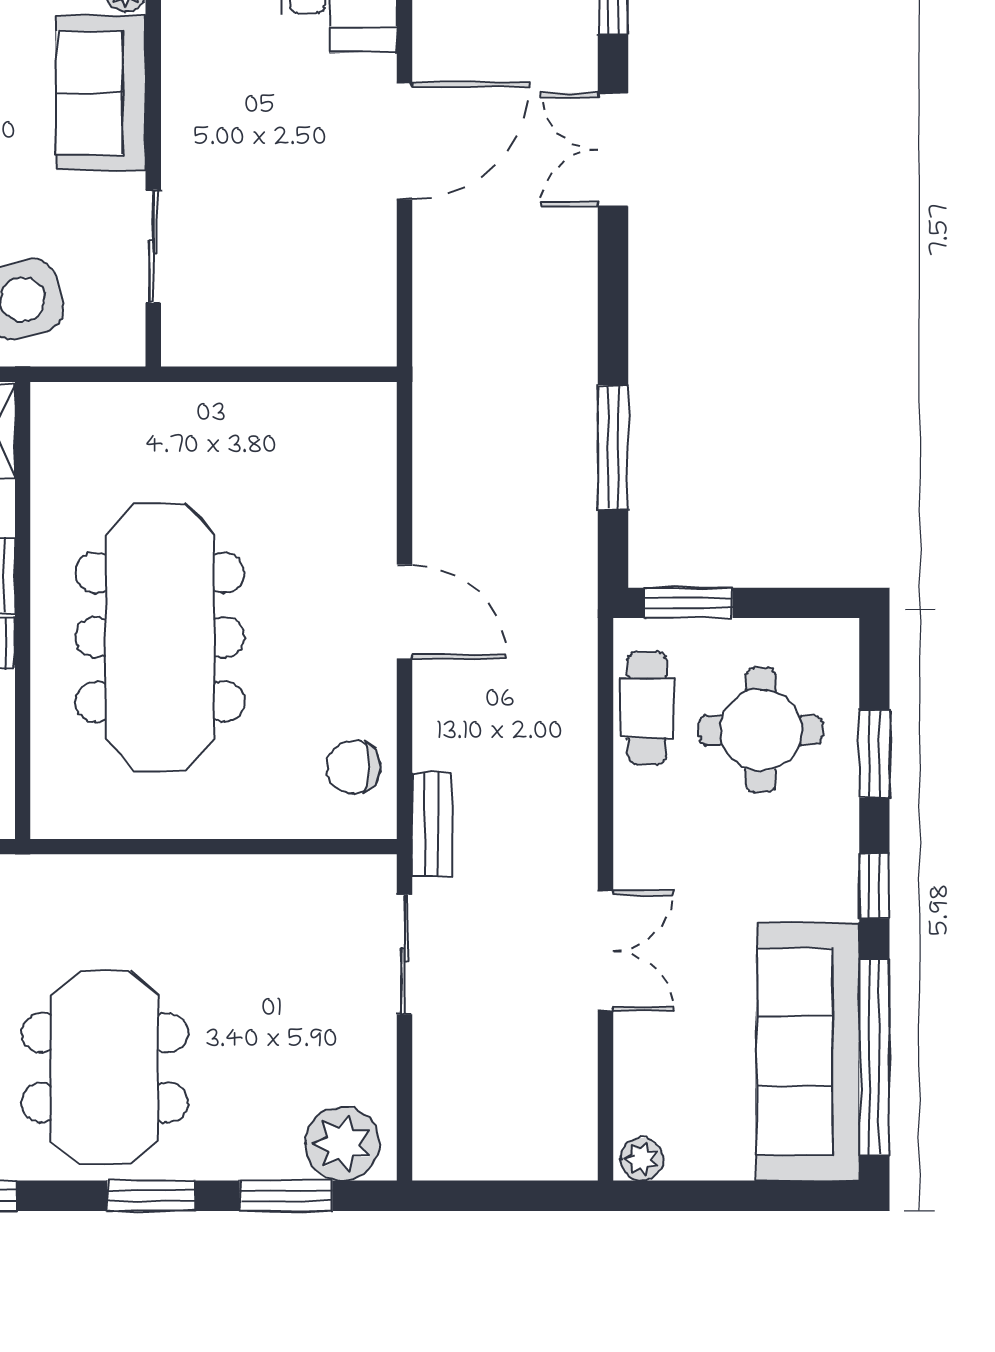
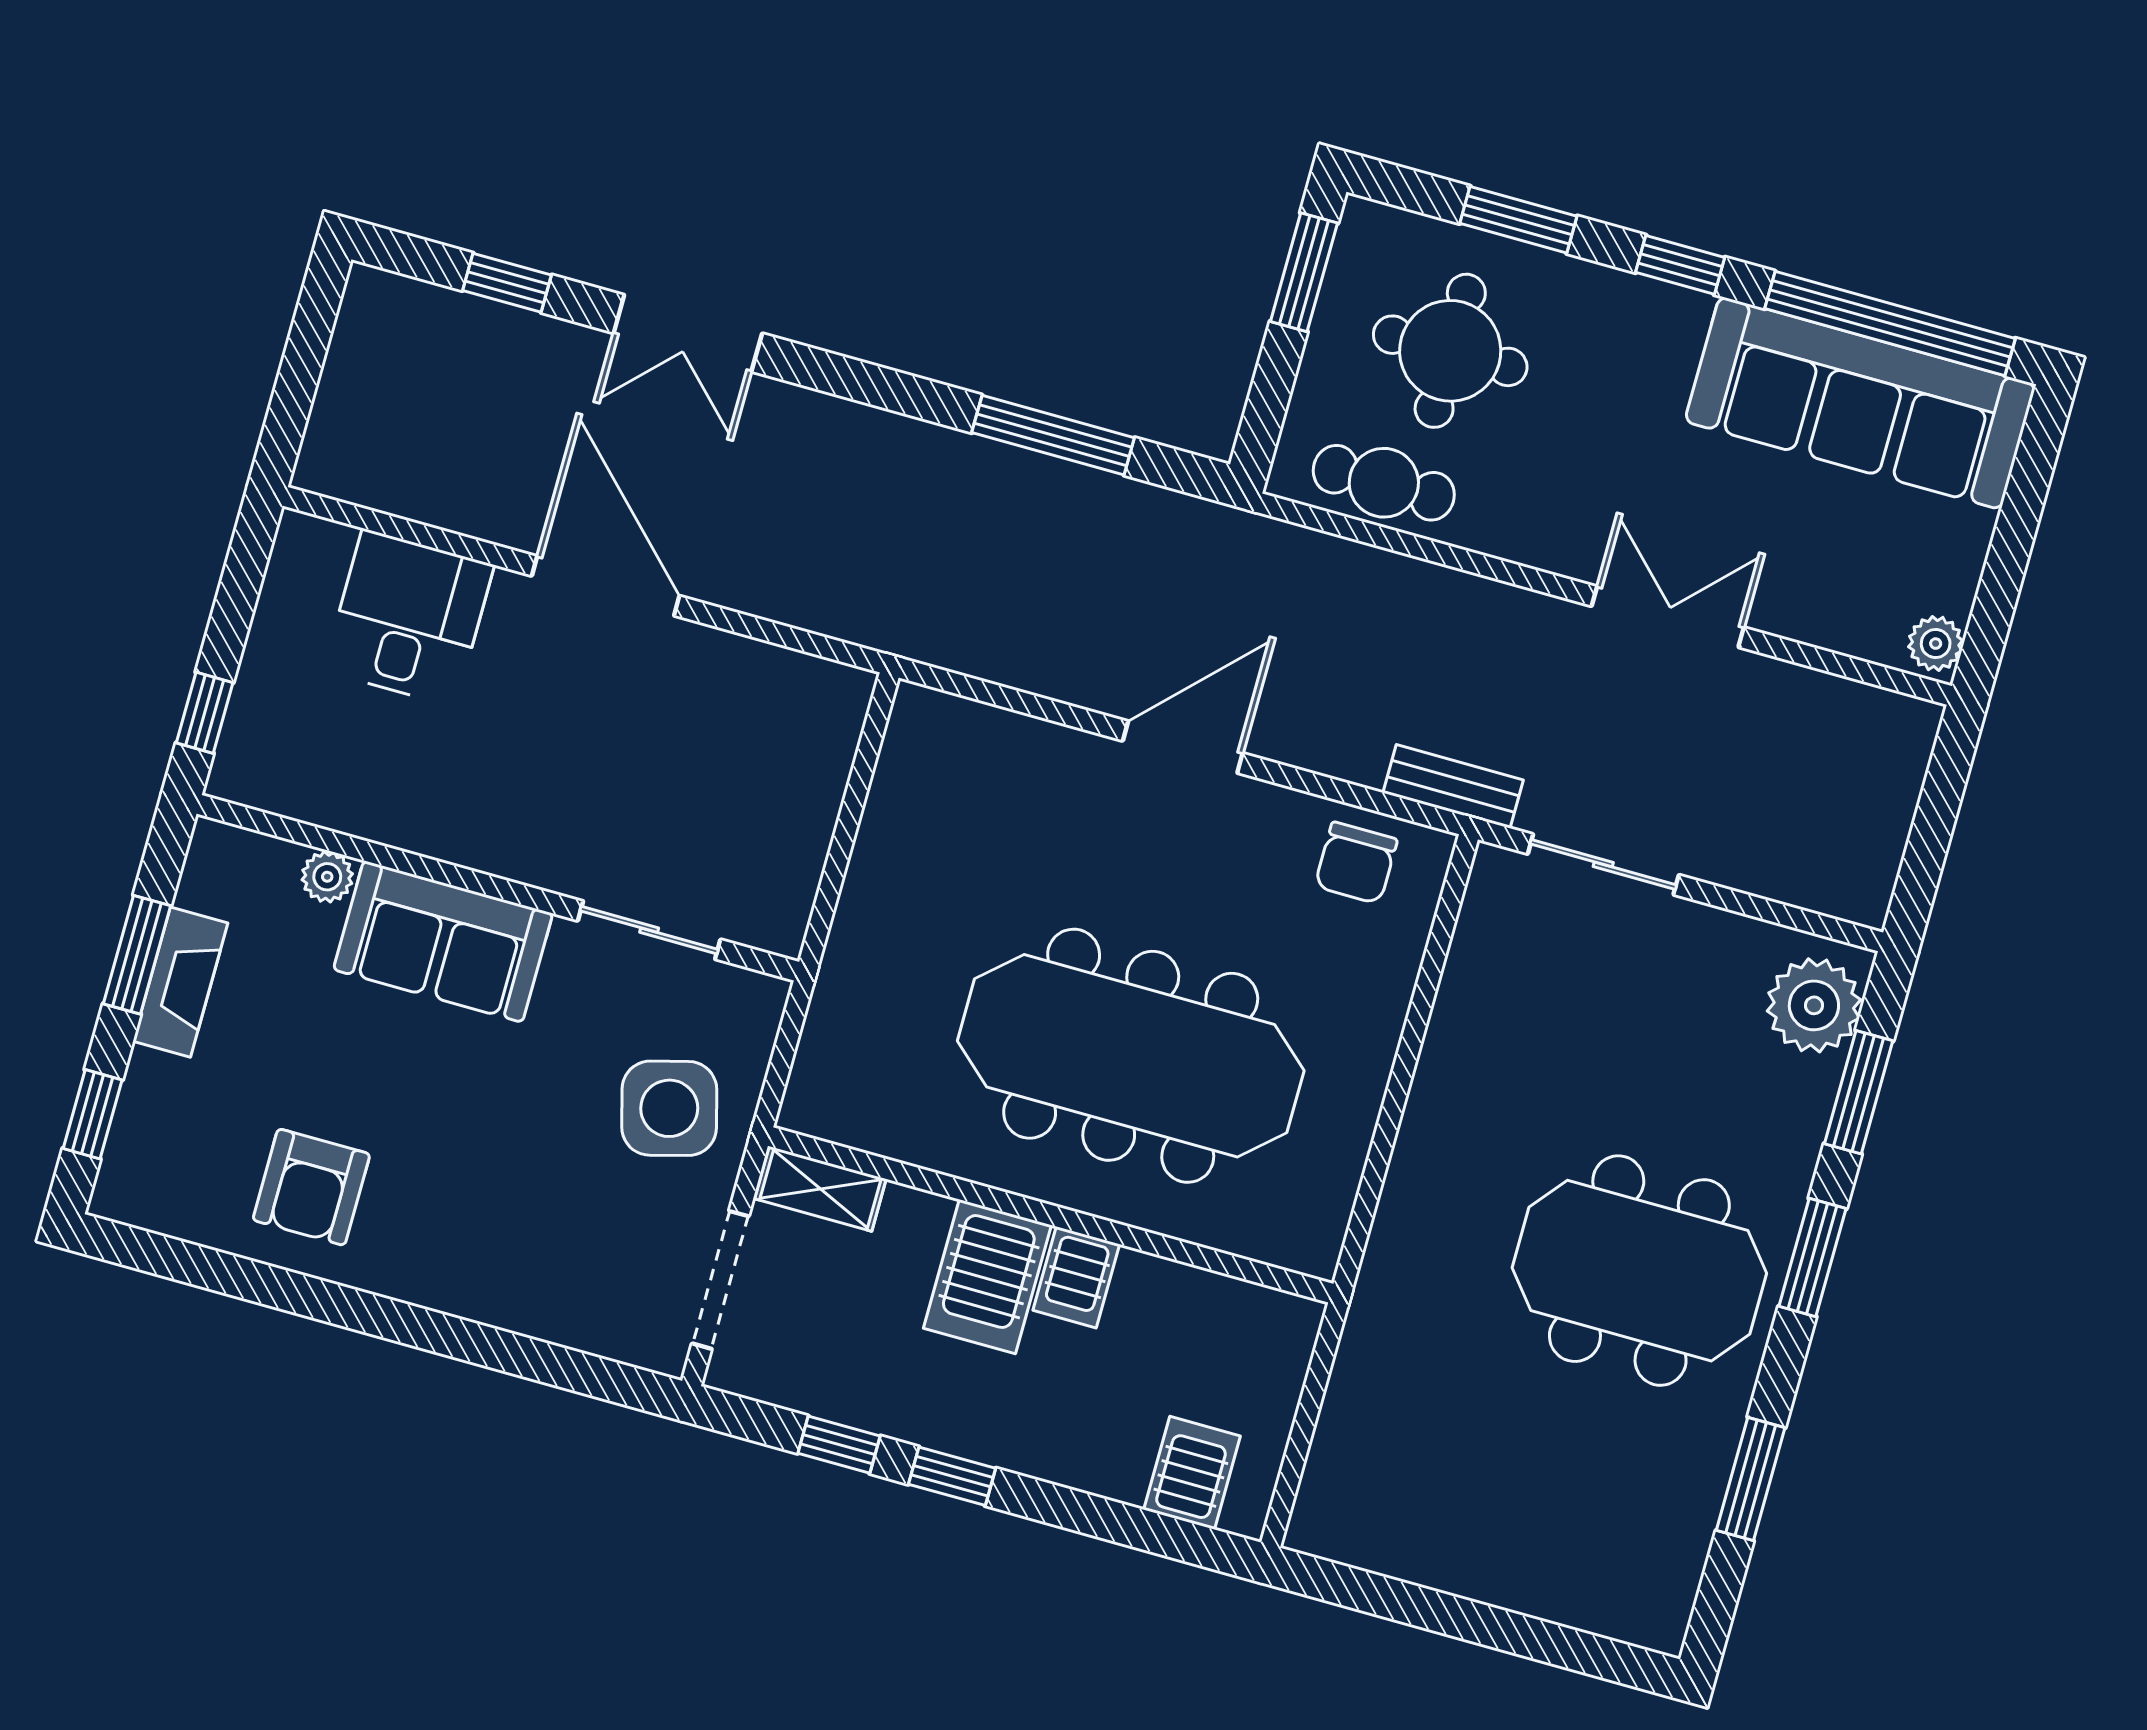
window: (688, 603) -> (1304, 272), moved

